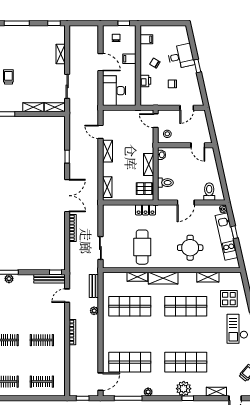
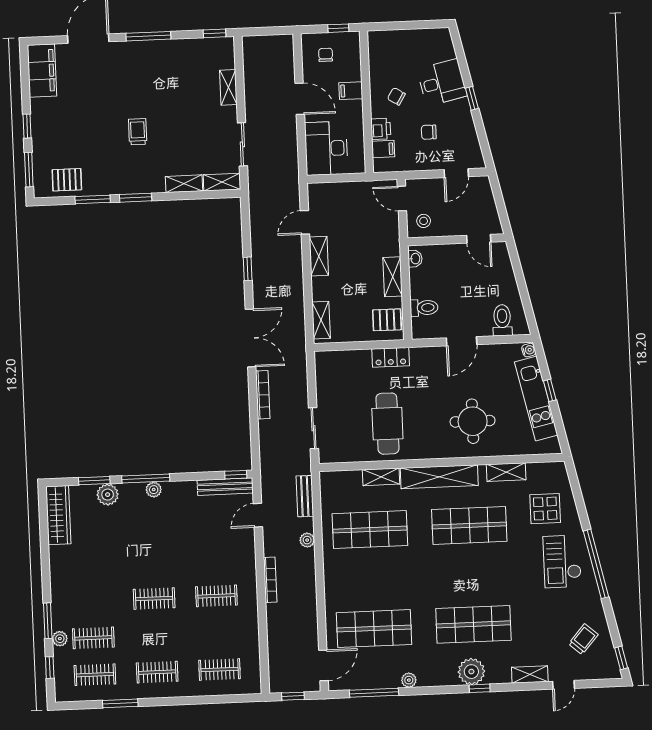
filing cabinet: (146, 39) -> (383, 149), moved
door: (100, 132) -> (305, 222), hinge flipped
shelving: (163, 278) -> (439, 477), width x1.47

